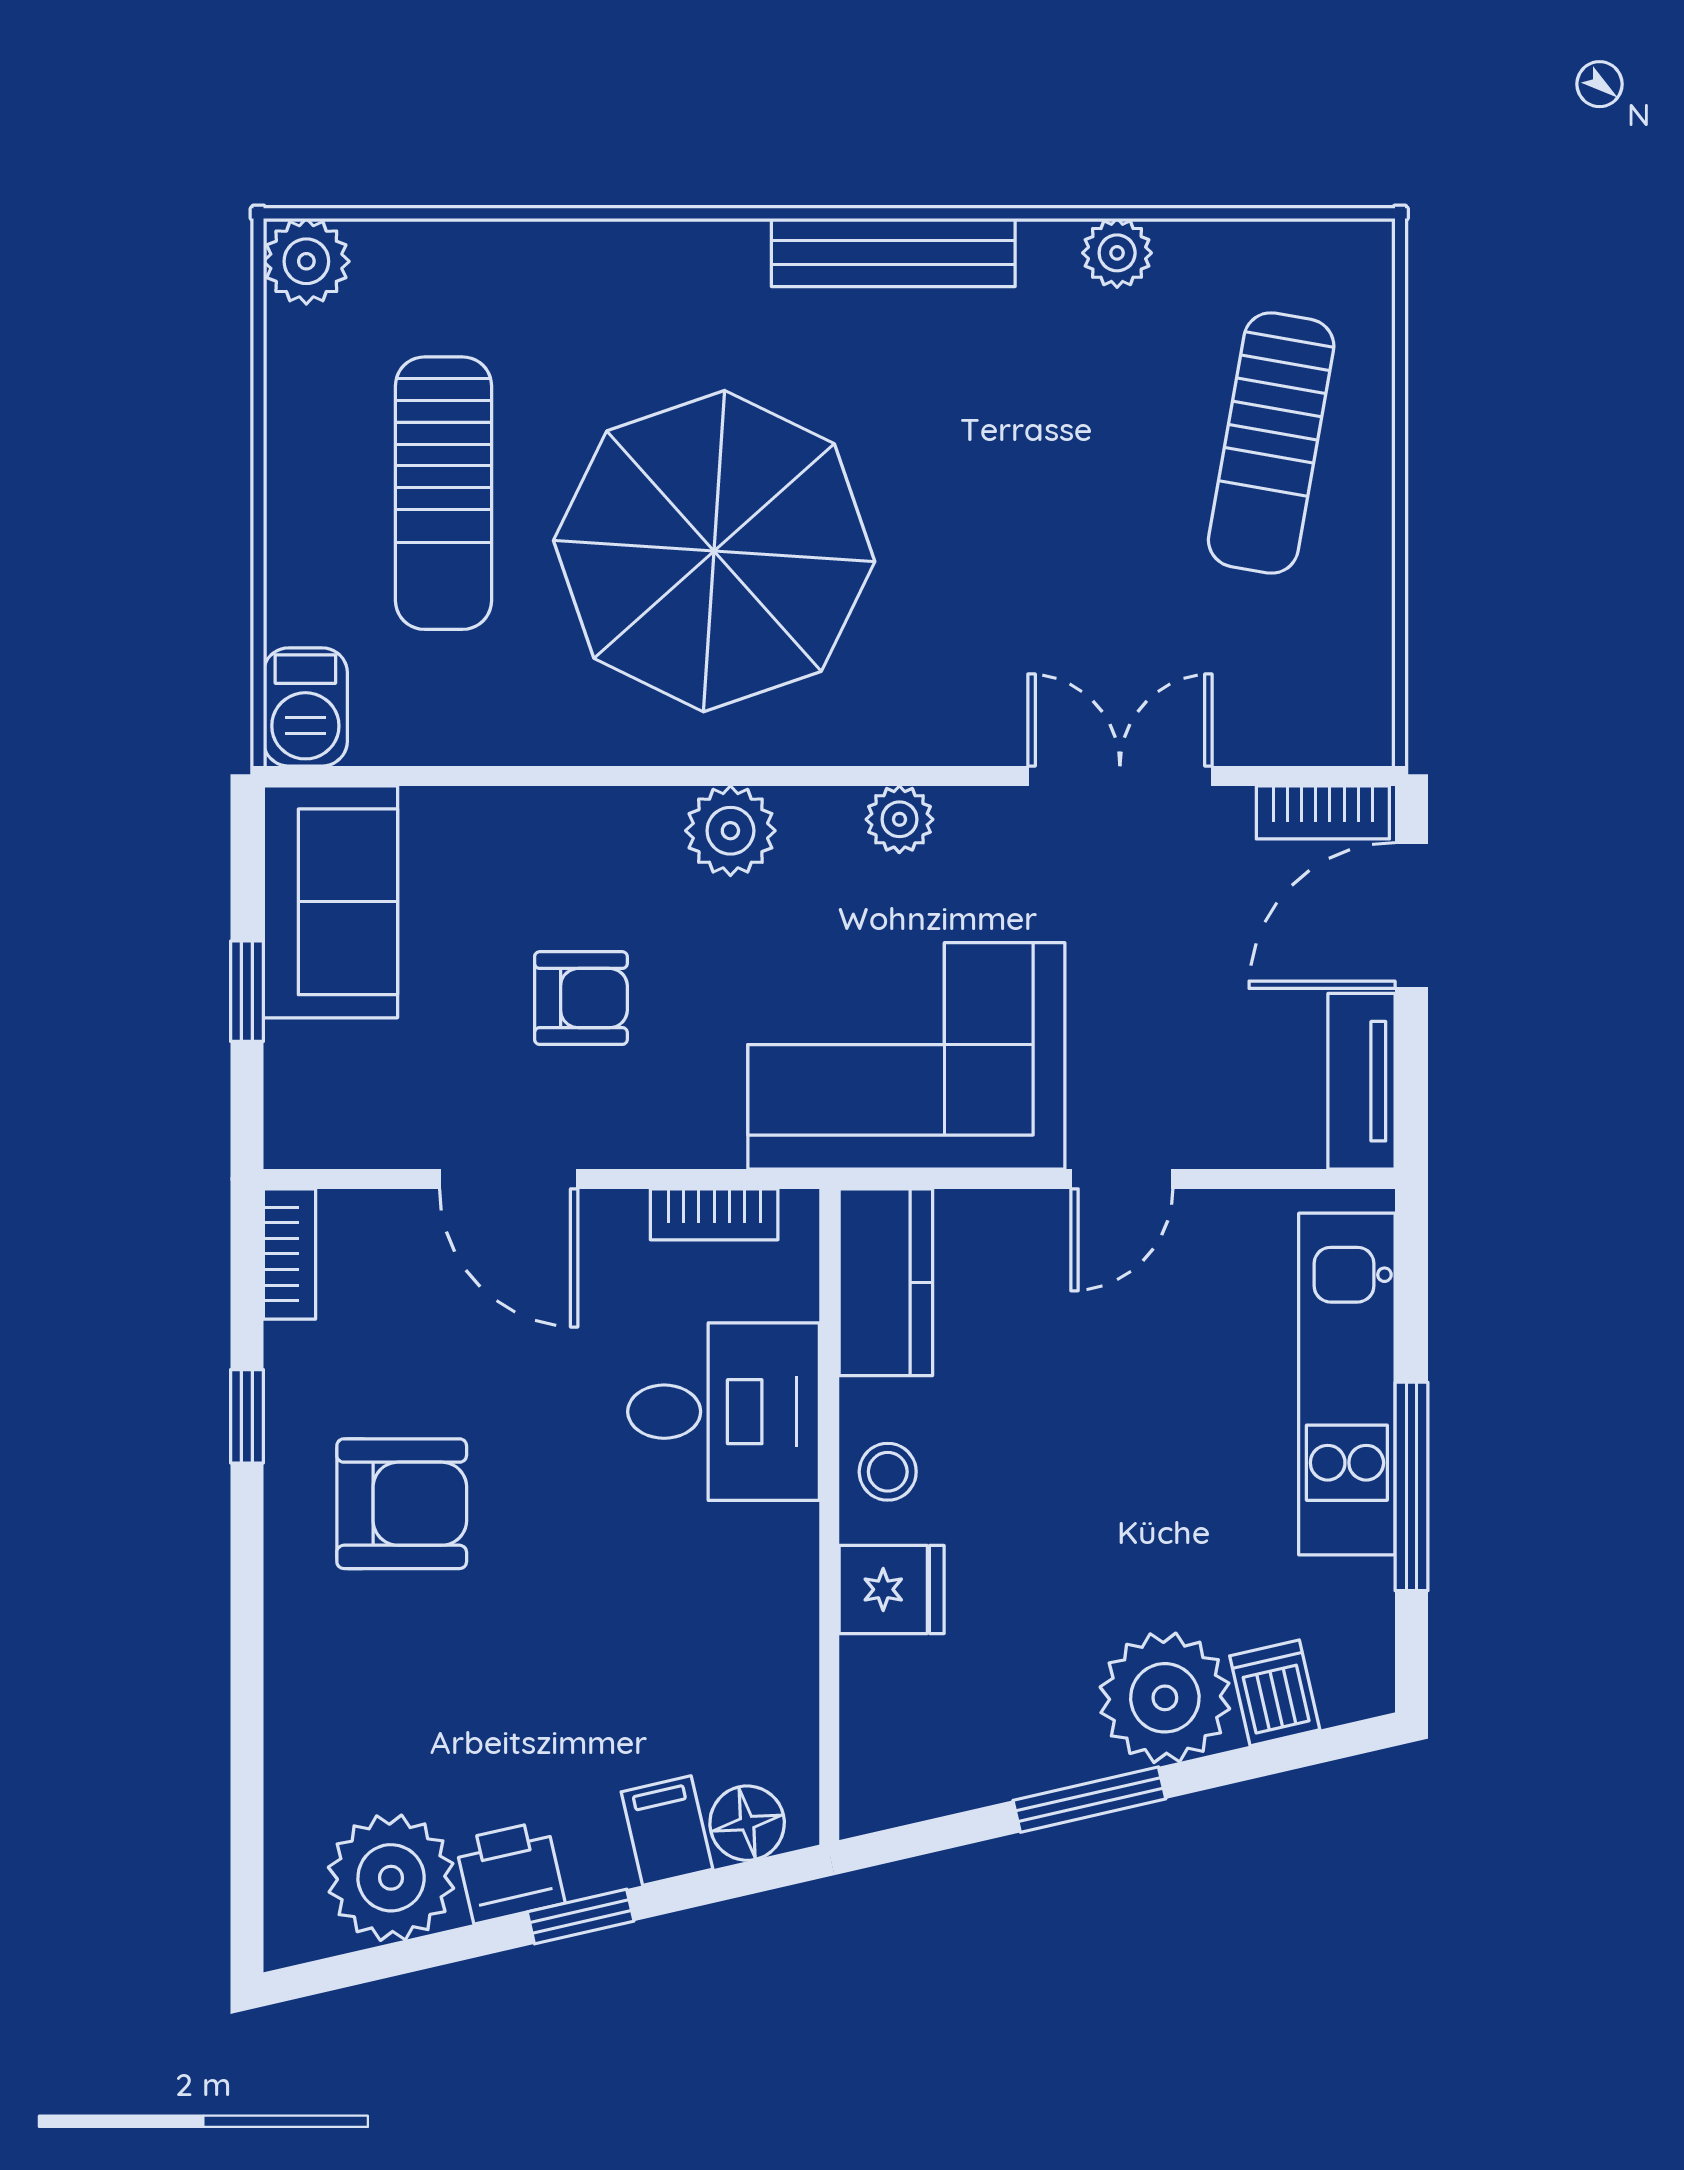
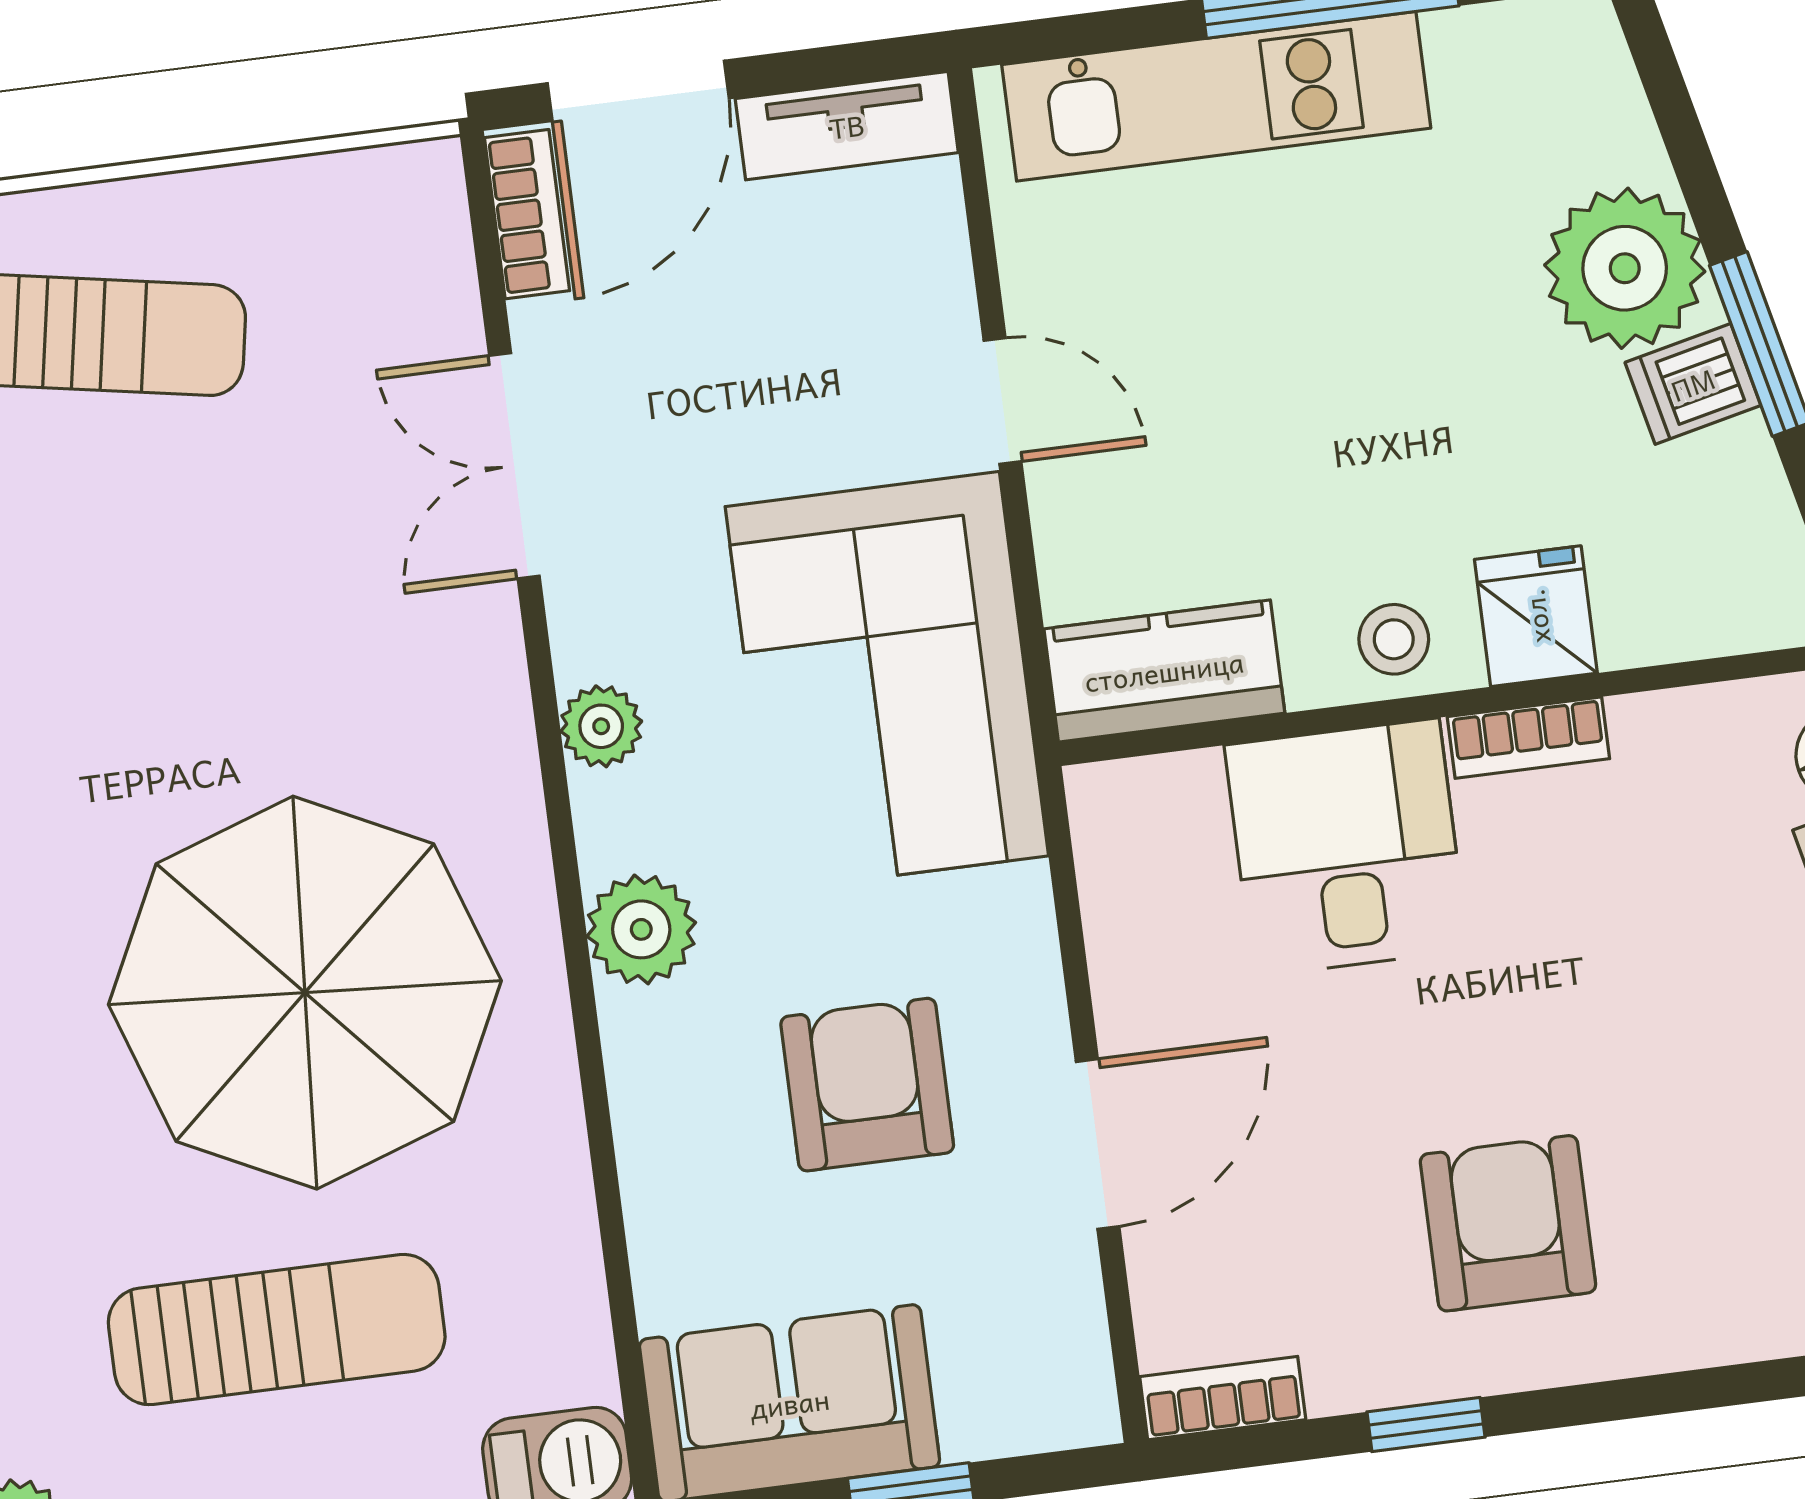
door: (1412, 916) -> (638, 91), hinge flipped
armchair: (581, 998) -> (867, 1085), width x1.38, depth x1.38
bookcase: (714, 1214) -> (1528, 738), moved, turned 90
dishwasher: (1275, 1693) -> (1693, 384), moved

